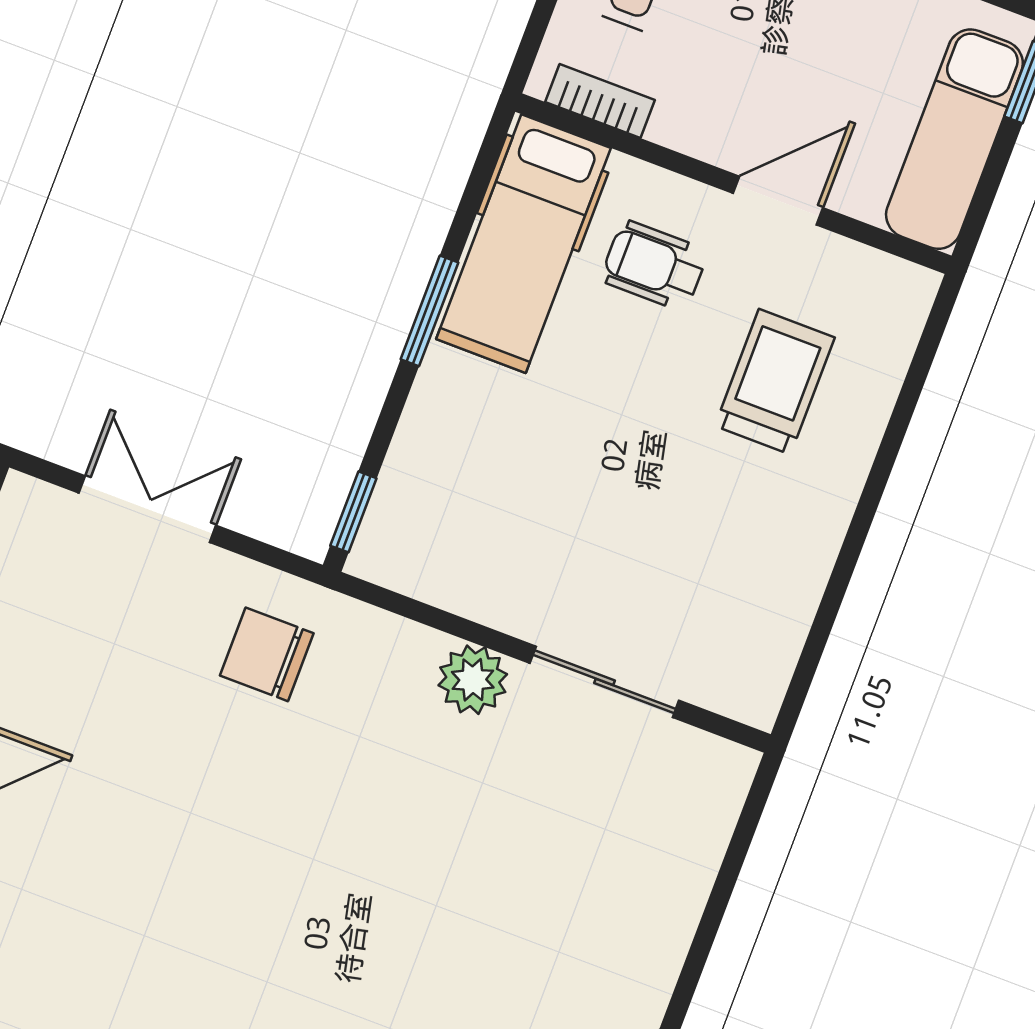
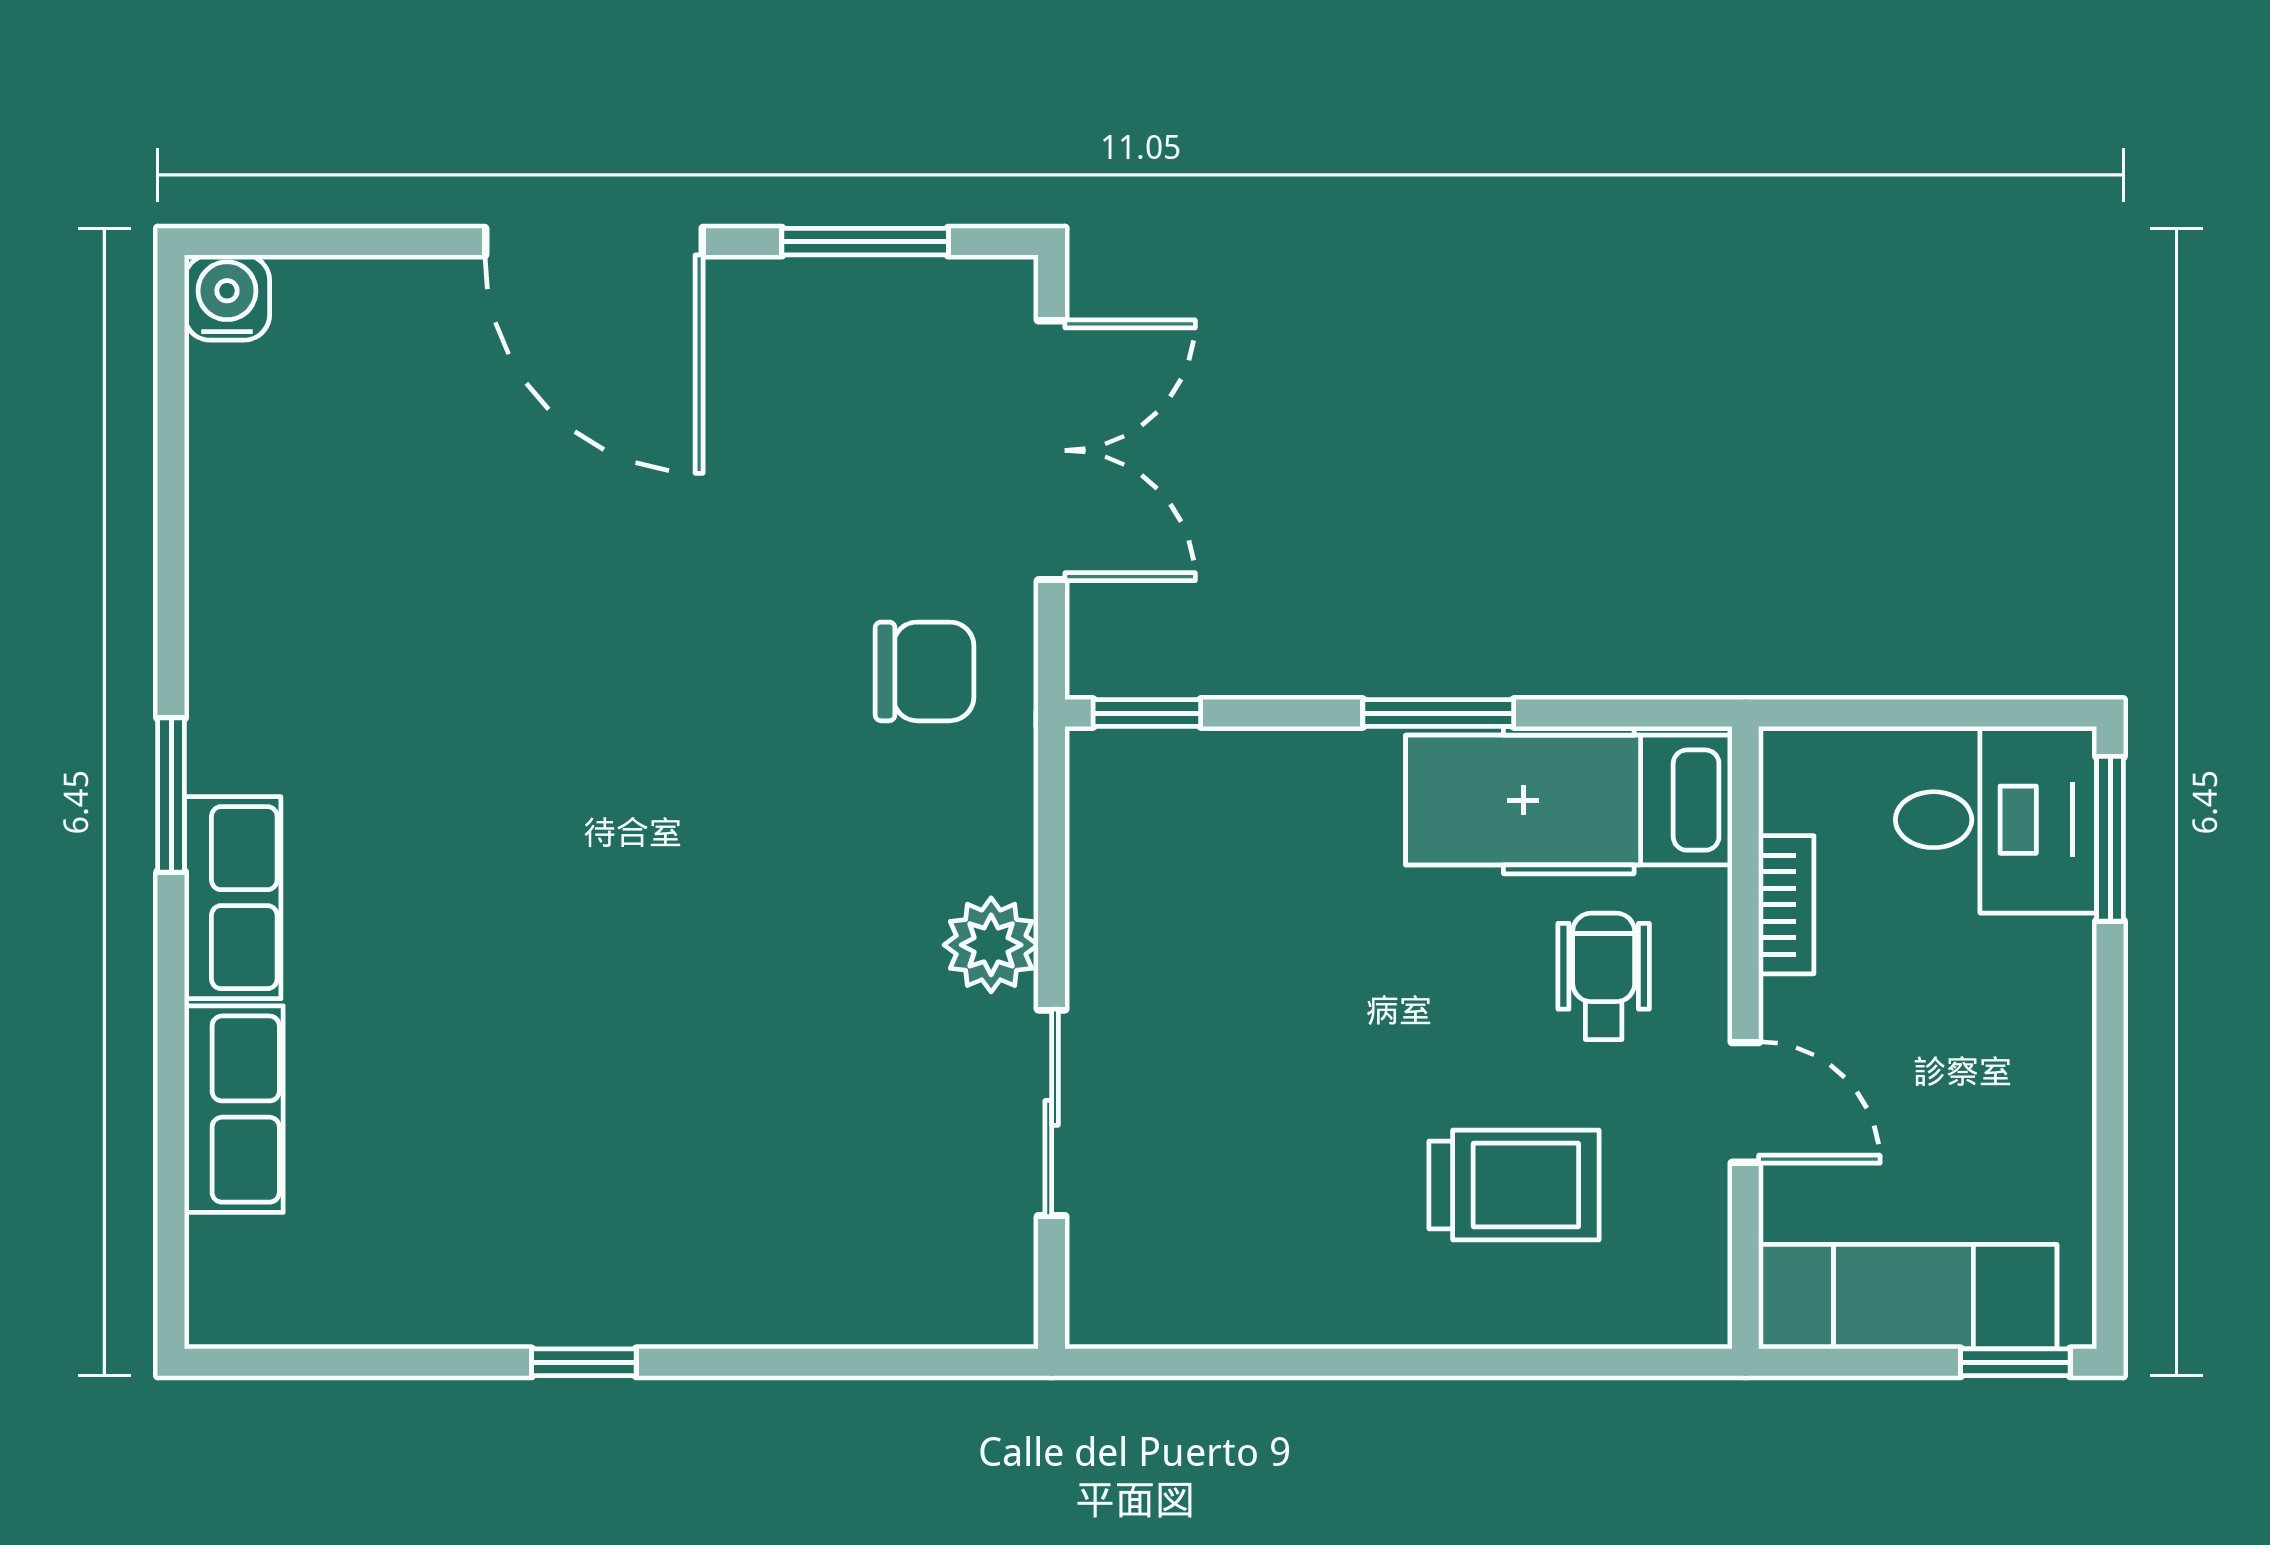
bookcase: (600, 101) -> (1786, 905), moved
double door: (147, 509) -> (1052, 450), width x1.37
chair: (267, 654) -> (925, 671), turned 90

